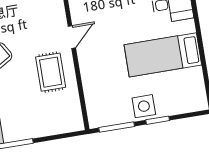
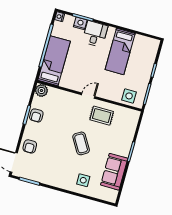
door: (72, 37) -> (88, 96), hinge flipped
side table: (144, 106) -> (129, 96), moved

